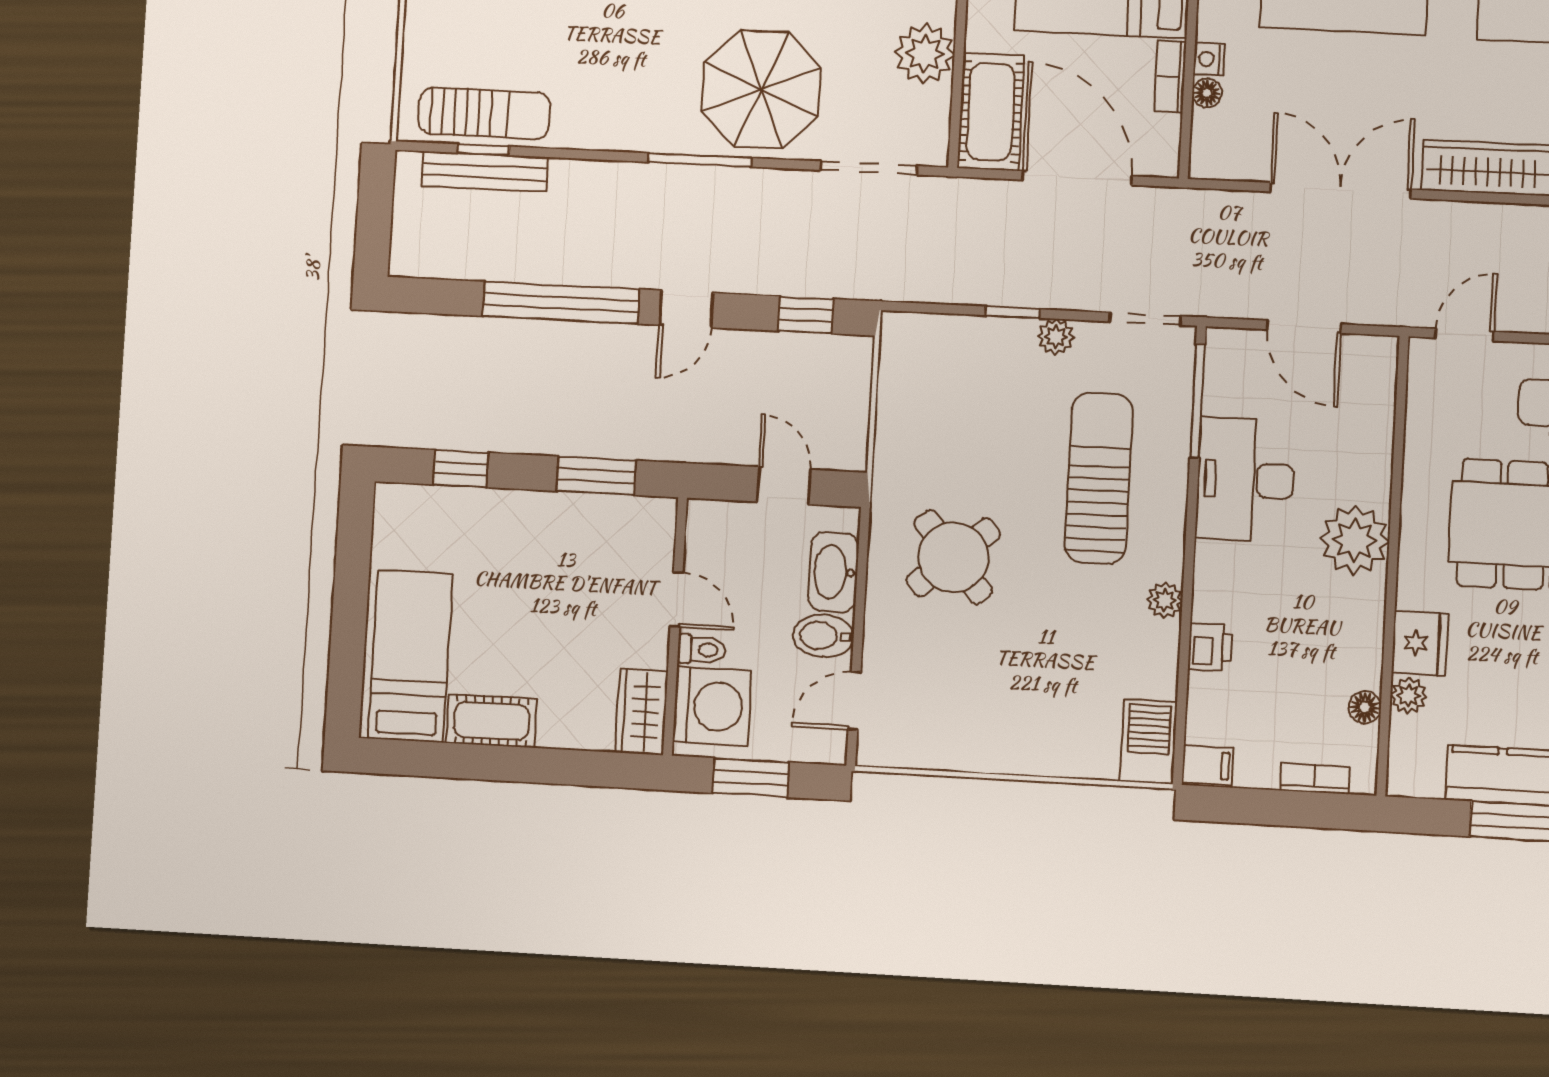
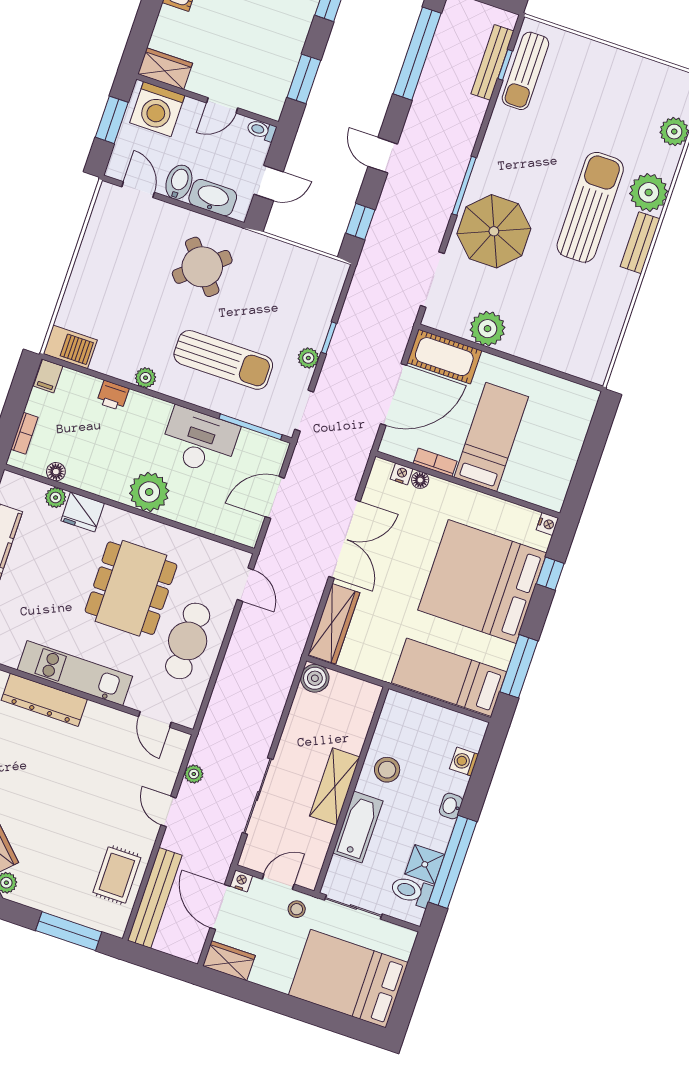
nightstand: (1209, 59) -> (402, 474), moved
window: (561, 303) -> (417, 54), moved
toilet: (702, 650) -> (261, 130), moved, turned 90

